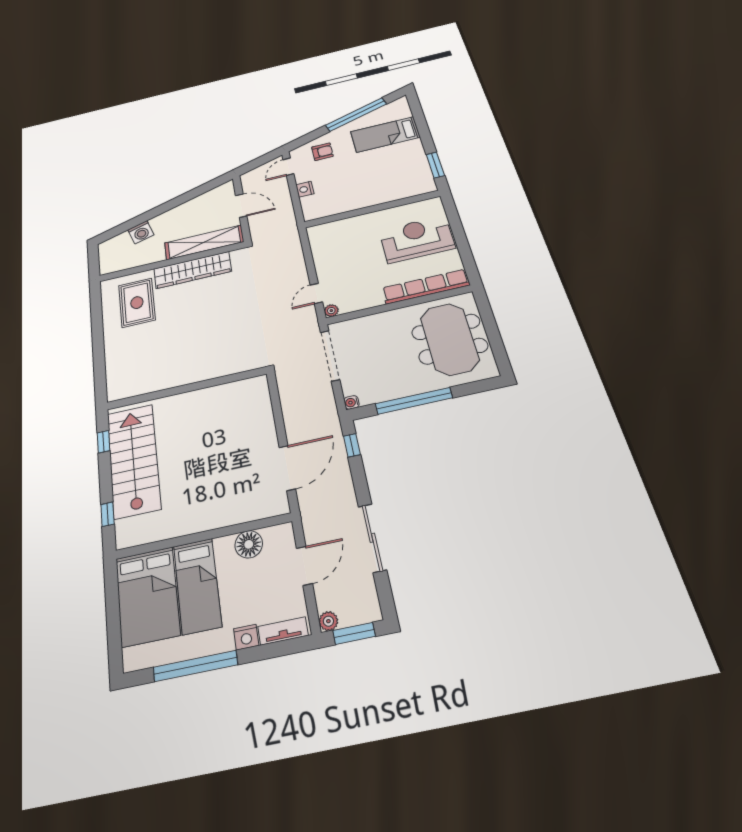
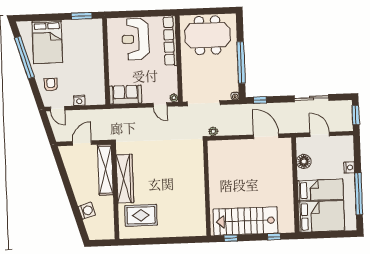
bed: (385, 134) -> (47, 42), width x1.50
sofa: (324, 244) -> (125, 95), added
plant: (328, 621) -> (213, 131), moved
tv unit: (283, 631) -> (349, 149), removed

